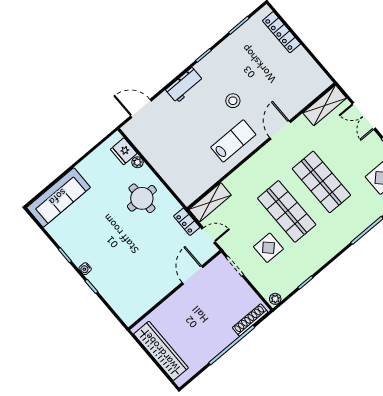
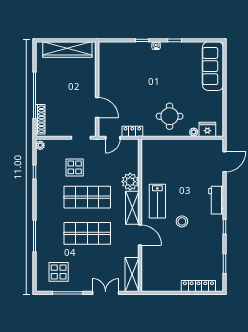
plant: (237, 183) -> (130, 182), added
shelving: (210, 202) -> (132, 208), moved

